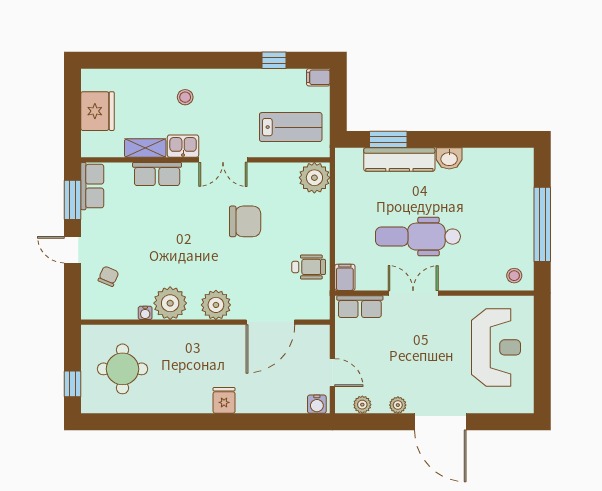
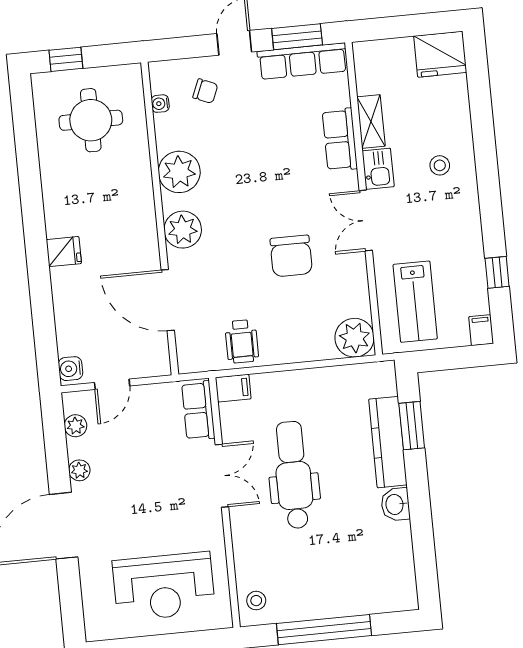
fridge: (97, 111) -> (440, 54), moved
row of seats: (92, 186) -> (302, 61), width x1.48
water cooler: (145, 313) -> (160, 104), moved

